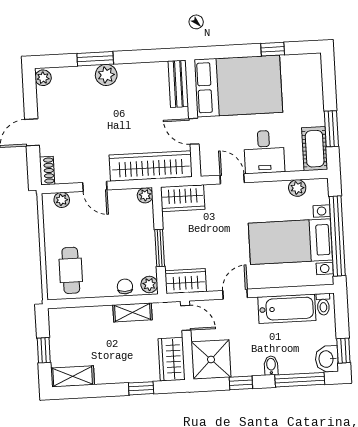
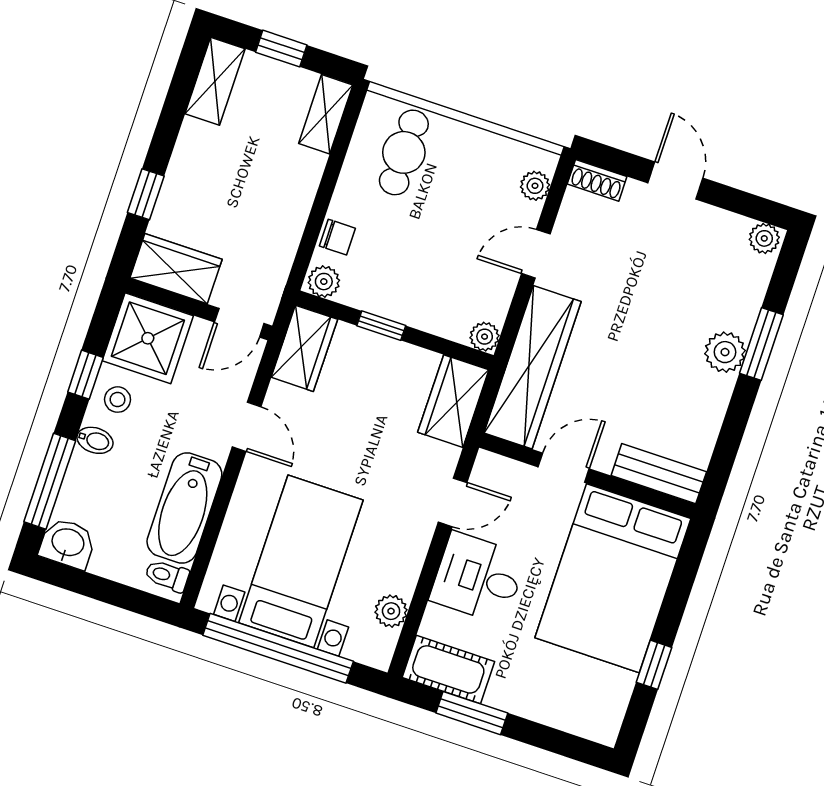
window: (160, 248) -> (381, 326), width x0.67
cafe table: (71, 270) -> (404, 152), turned 90
shelving: (133, 312) -> (326, 114), moved
window: (343, 351) -> (71, 579), removed
stool: (247, 362) -> (118, 400), added

